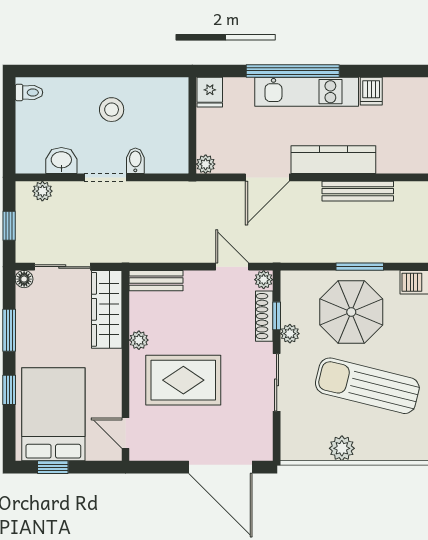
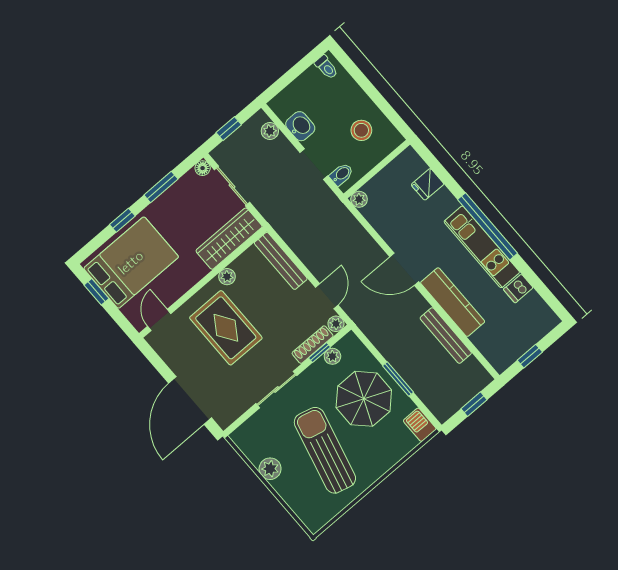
wall: (192, 125) -> (377, 169), moved
plant: (206, 164) -> (359, 199), moved
bench: (156, 281) -> (281, 261), width x1.36
plant: (290, 334) -> (332, 356), moved

